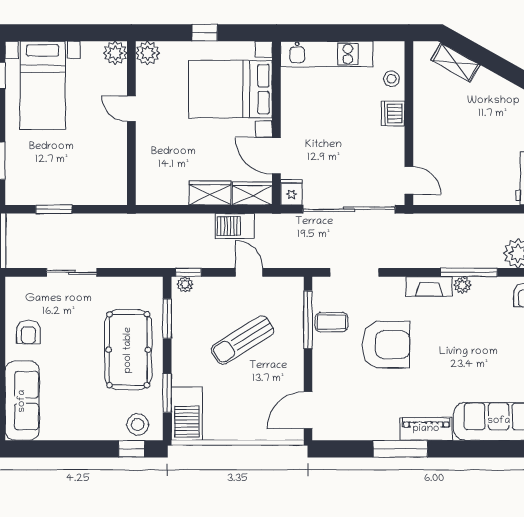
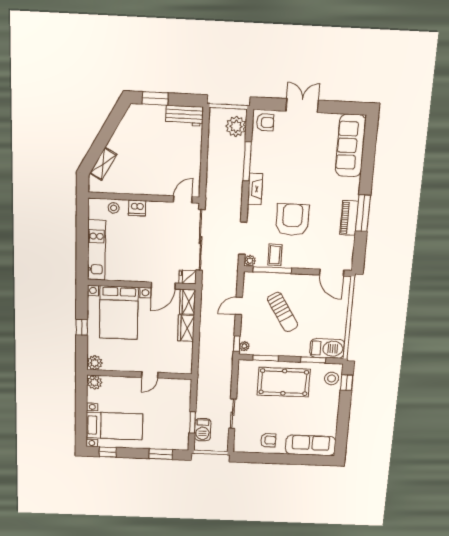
door: (131, 109) -> (150, 375), moved
barbecue: (235, 226) -> (203, 430), moved
plant: (462, 285) -> (250, 261), moved
piano: (426, 429) -> (349, 218), moved

